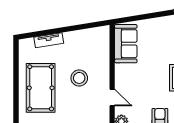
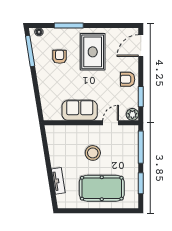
sofa: (126, 44) -> (80, 110), moved

